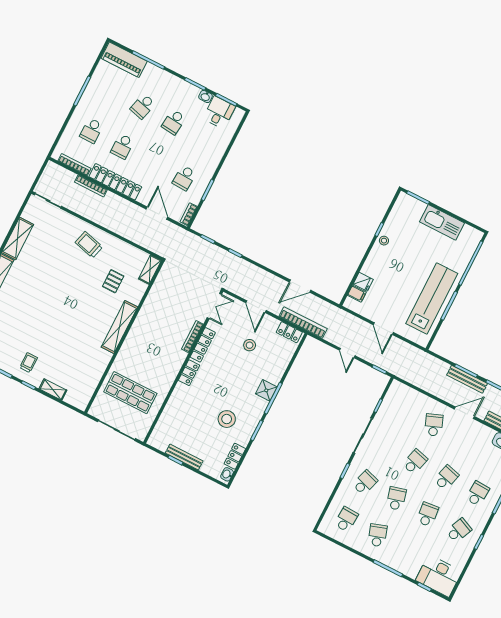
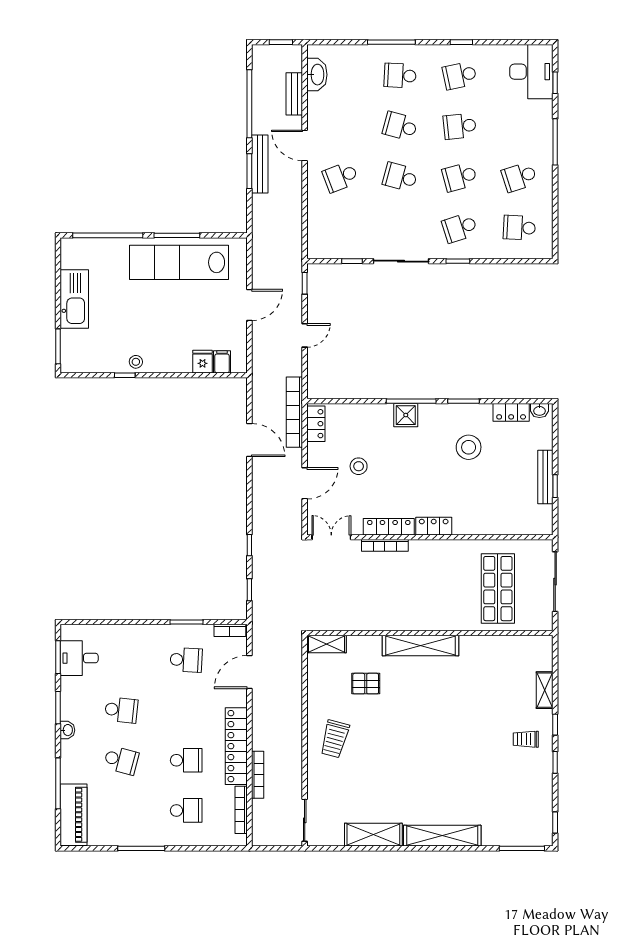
washbasin: (206, 96) -> (67, 730), moved
school desk: (365, 483) -> (460, 228), turned -36
school desk: (459, 530) -> (460, 76), turned -36

